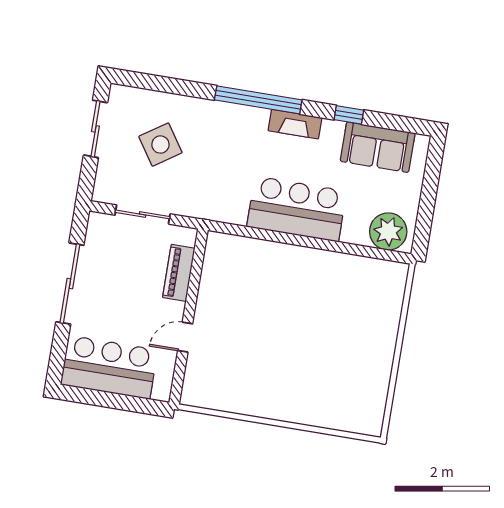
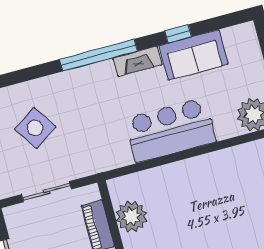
sofa: (378, 147) -> (194, 55), moved
plant: (217, 279) -> (132, 217), added

